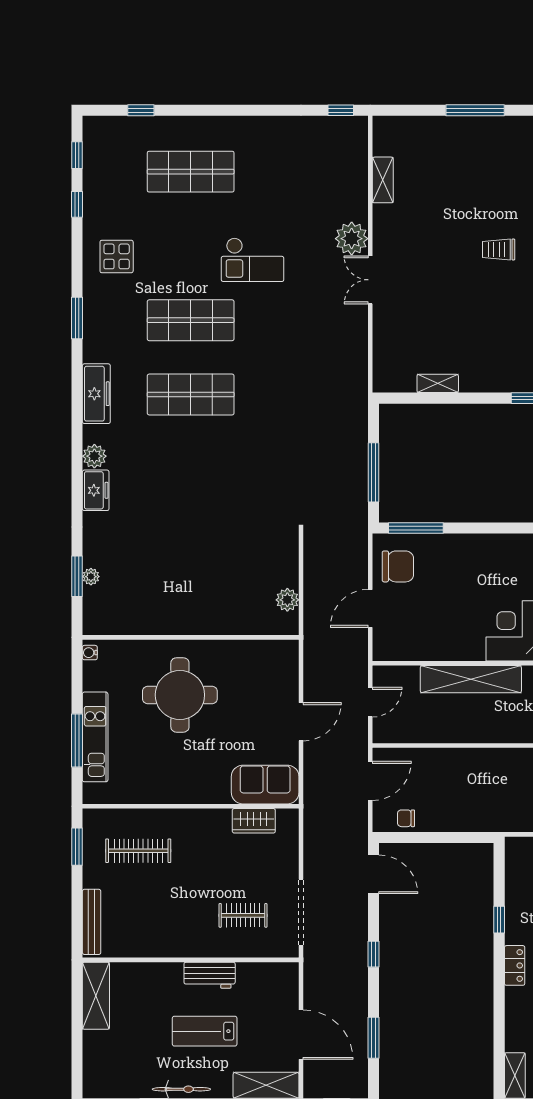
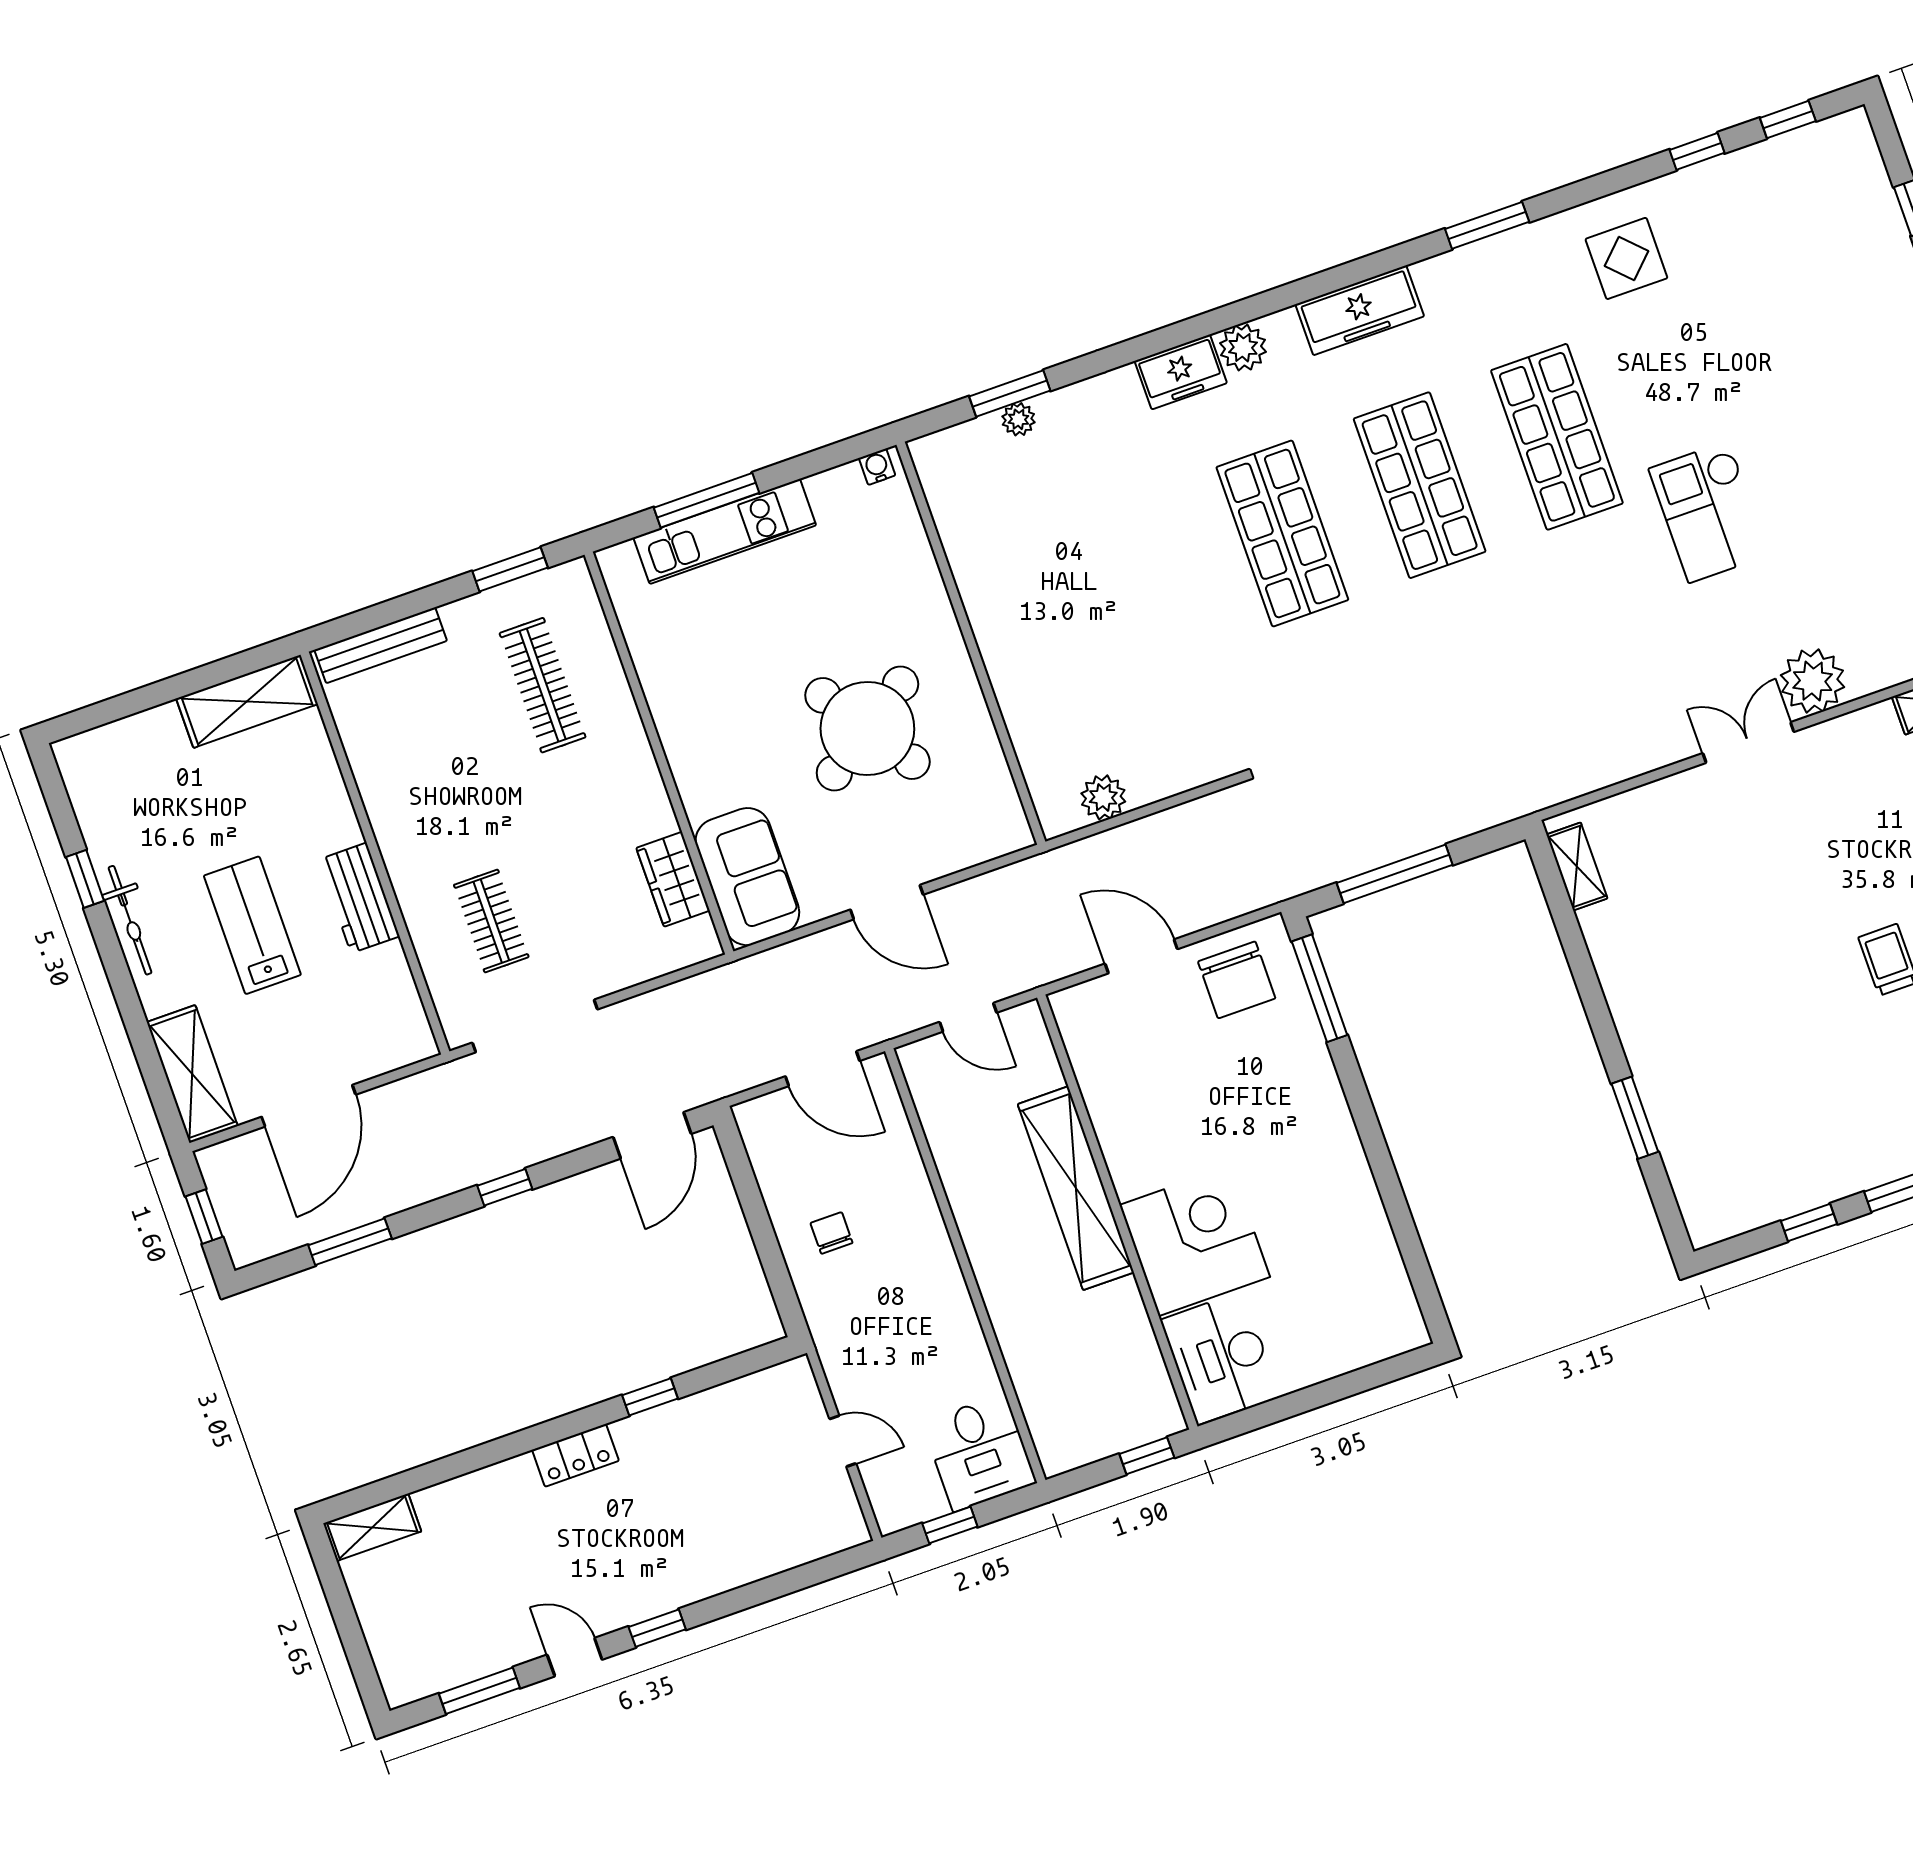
shop shelf: (191, 172) -> (1282, 533), moved
shelving: (438, 383) -> (1577, 866), moved
round table: (180, 695) -> (867, 729), moved, turned -34
chair: (406, 818) -> (832, 1233), moved

